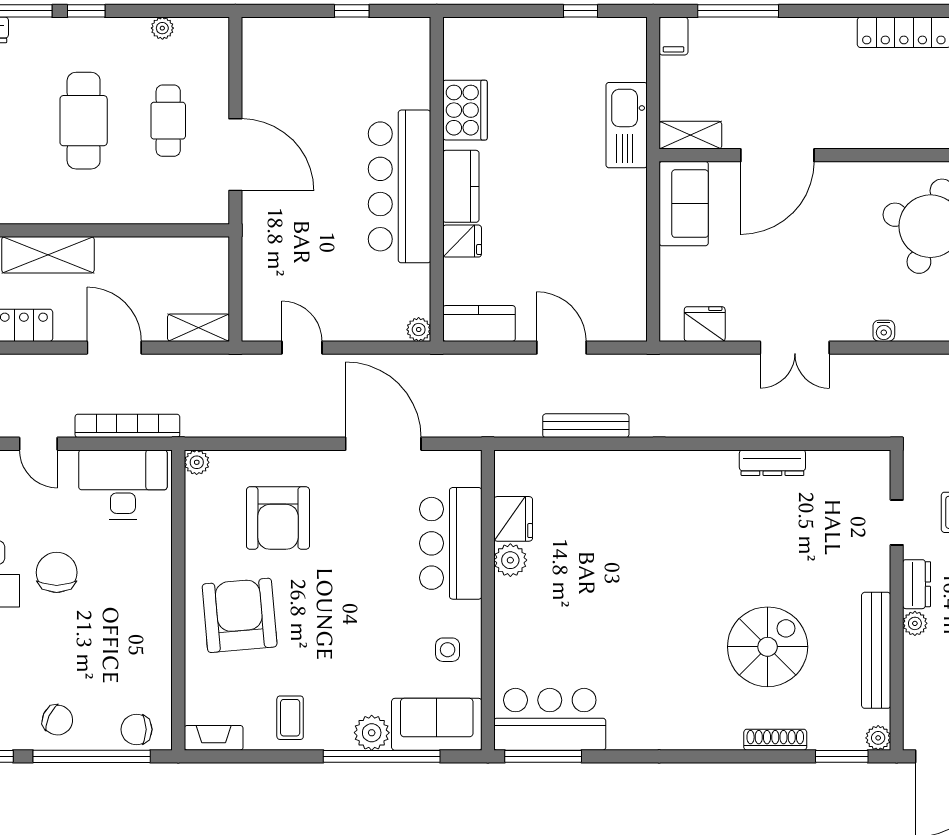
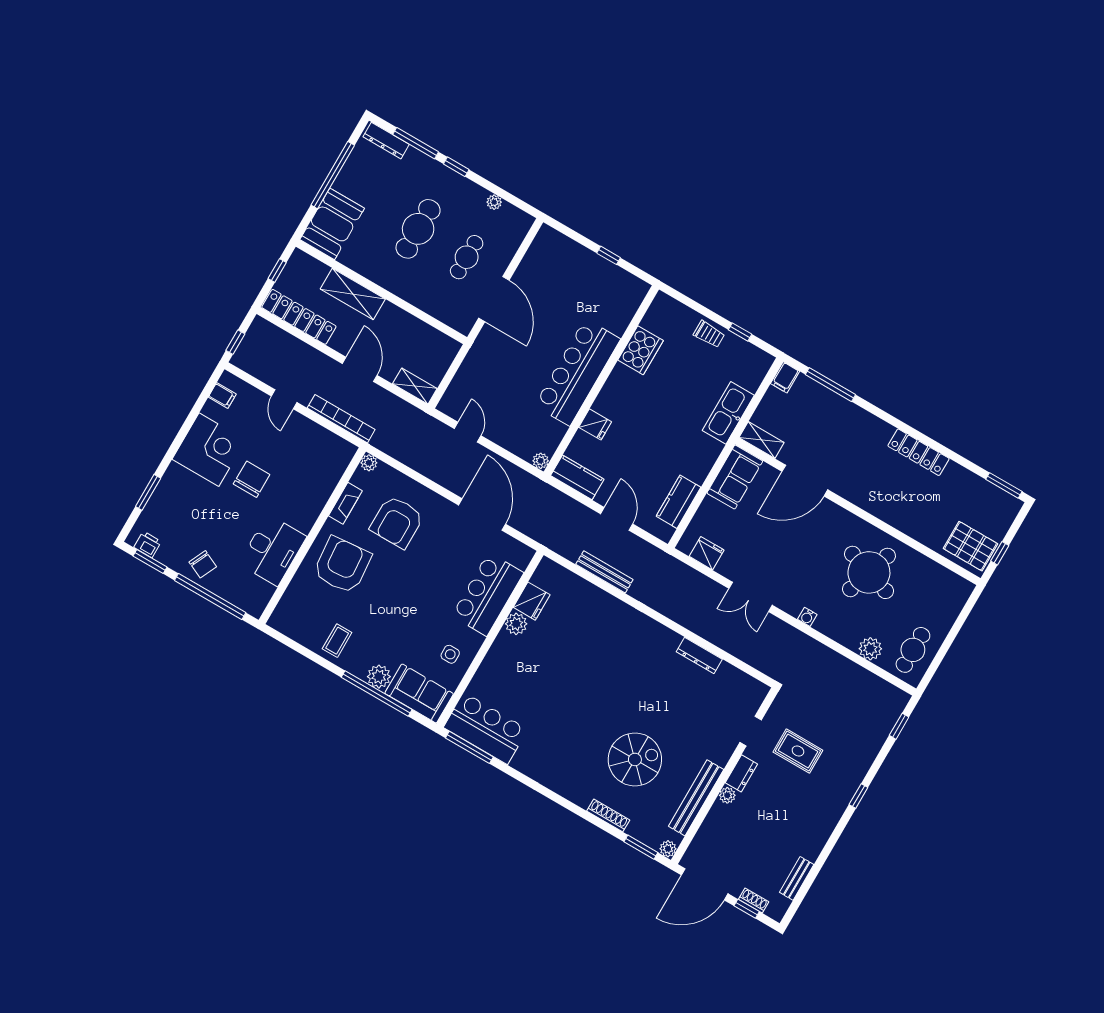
trolley: (542, 37) -> (709, 334), added
kitchen counter: (461, 186) -> (678, 502), moved, turned 180
desk: (123, 484) -> (273, 550), moved, turned 90
chair: (137, 729) -> (245, 596), removed
fireplace: (214, 738) -> (345, 503), moved, turned 90

